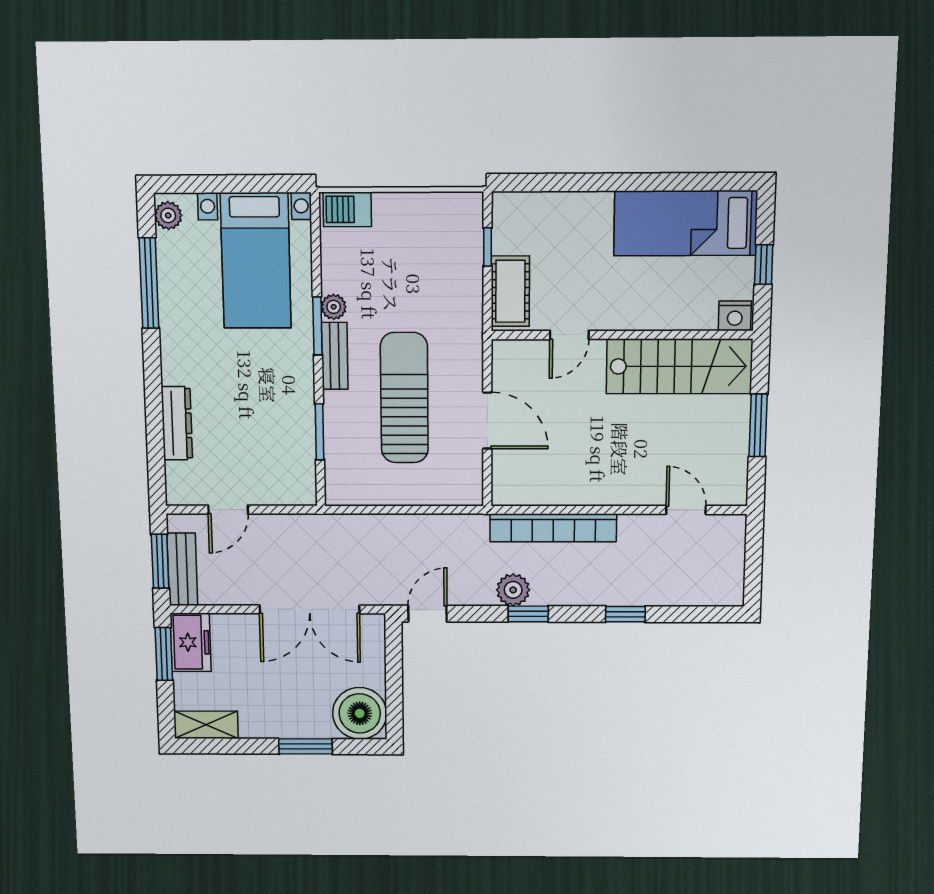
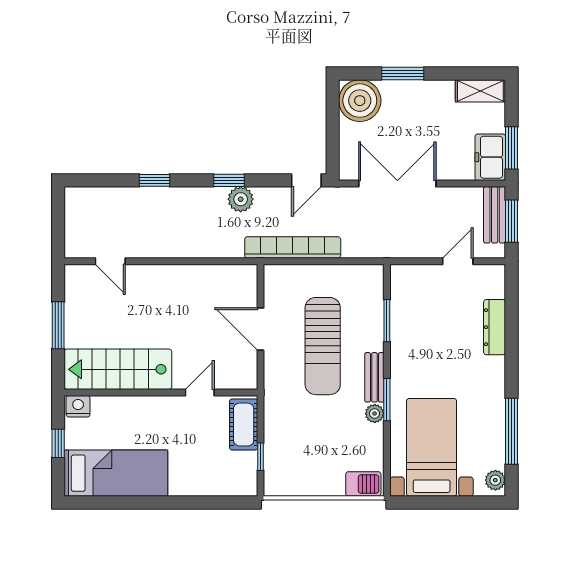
bookcase: (553, 528) -> (293, 247), moved

